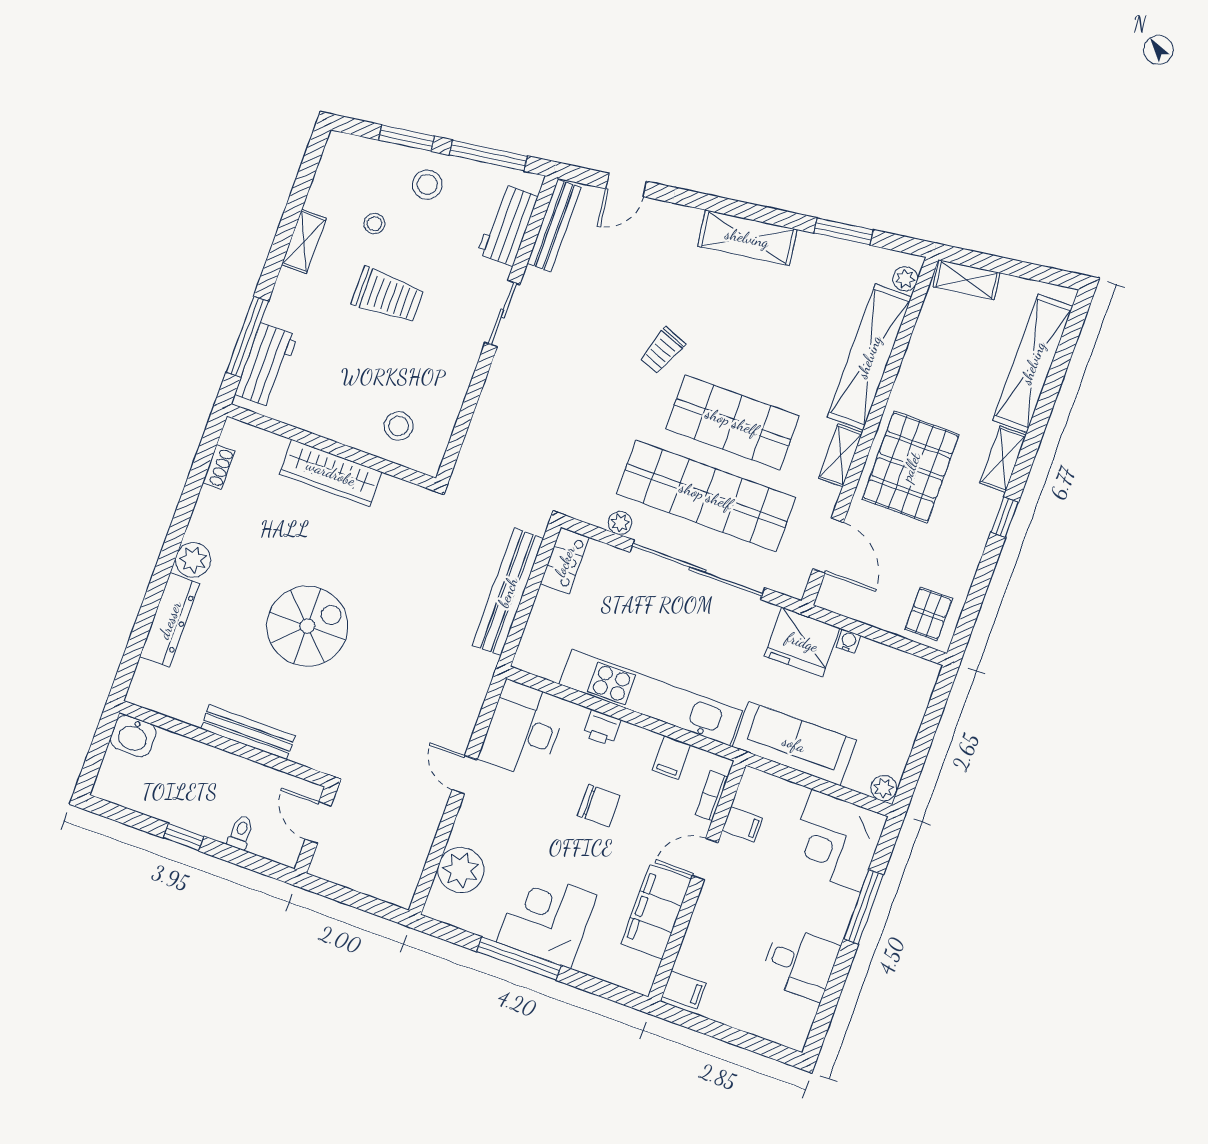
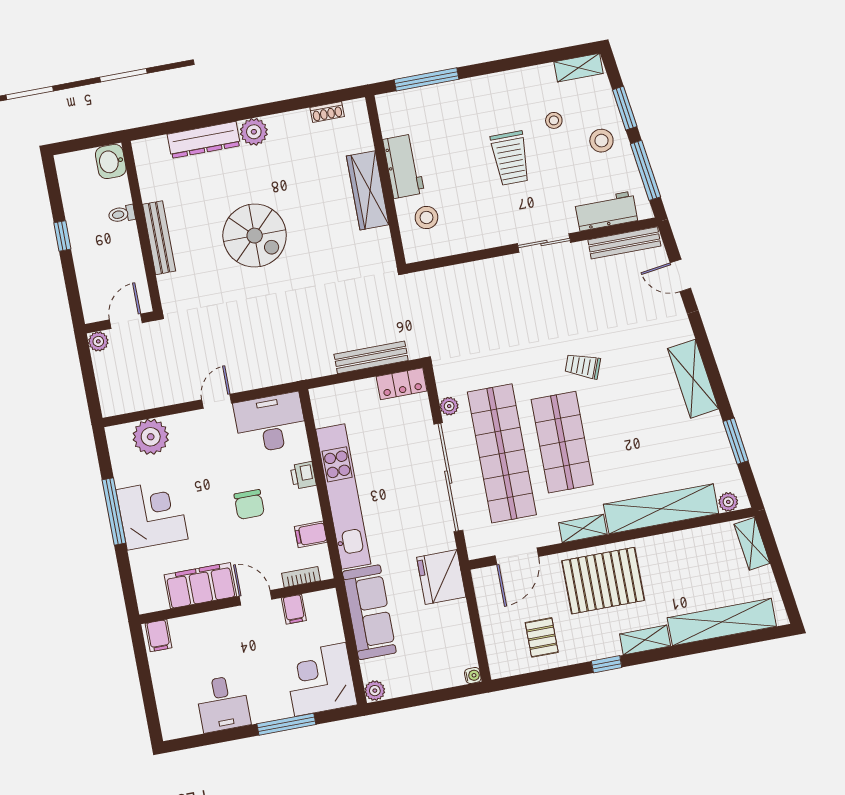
shelving: (304, 241) -> (579, 68), moved
workbench: (266, 365) -> (404, 166), moved, turned -90
bench: (508, 592) -> (371, 357), width x0.73, depth x0.82
pallet: (929, 614) -> (542, 637), moved, turned 90
water cooler: (848, 641) -> (473, 675), moved
toilet: (241, 832) -> (122, 214), moved, turned 180
plant: (322, 866) -> (98, 341), added

